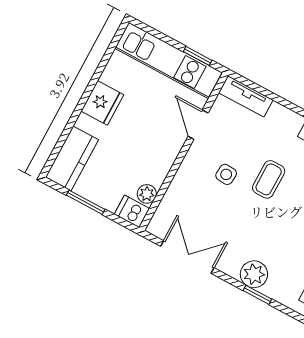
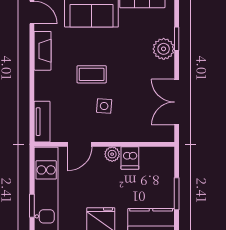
window: (198, 56) -> (32, 206), moved
plant: (147, 194) -> (112, 154), moved
dishwasher: (132, 211) -> (130, 158), moved

